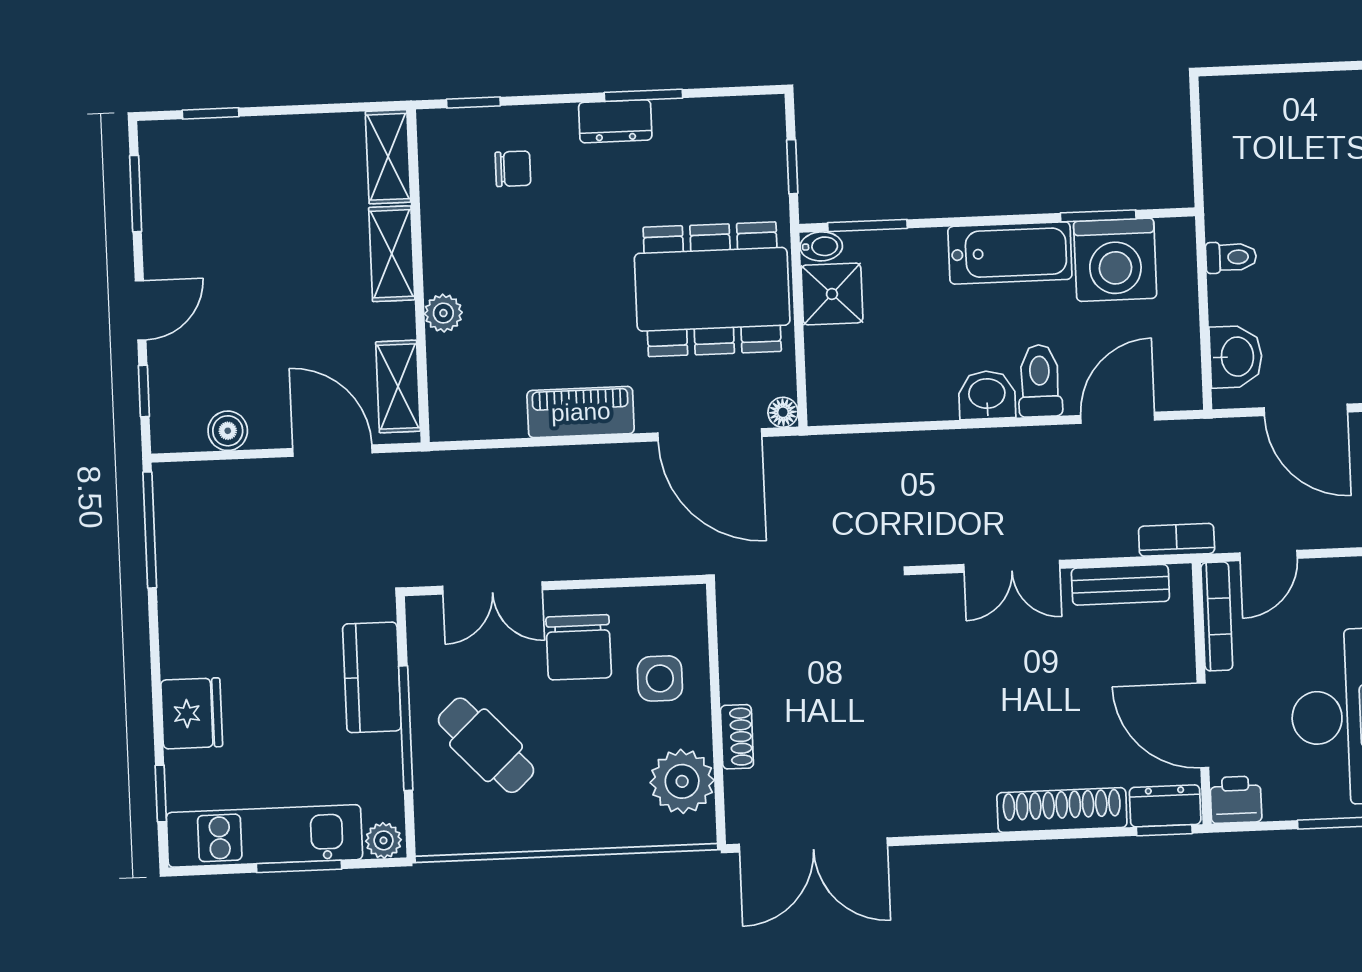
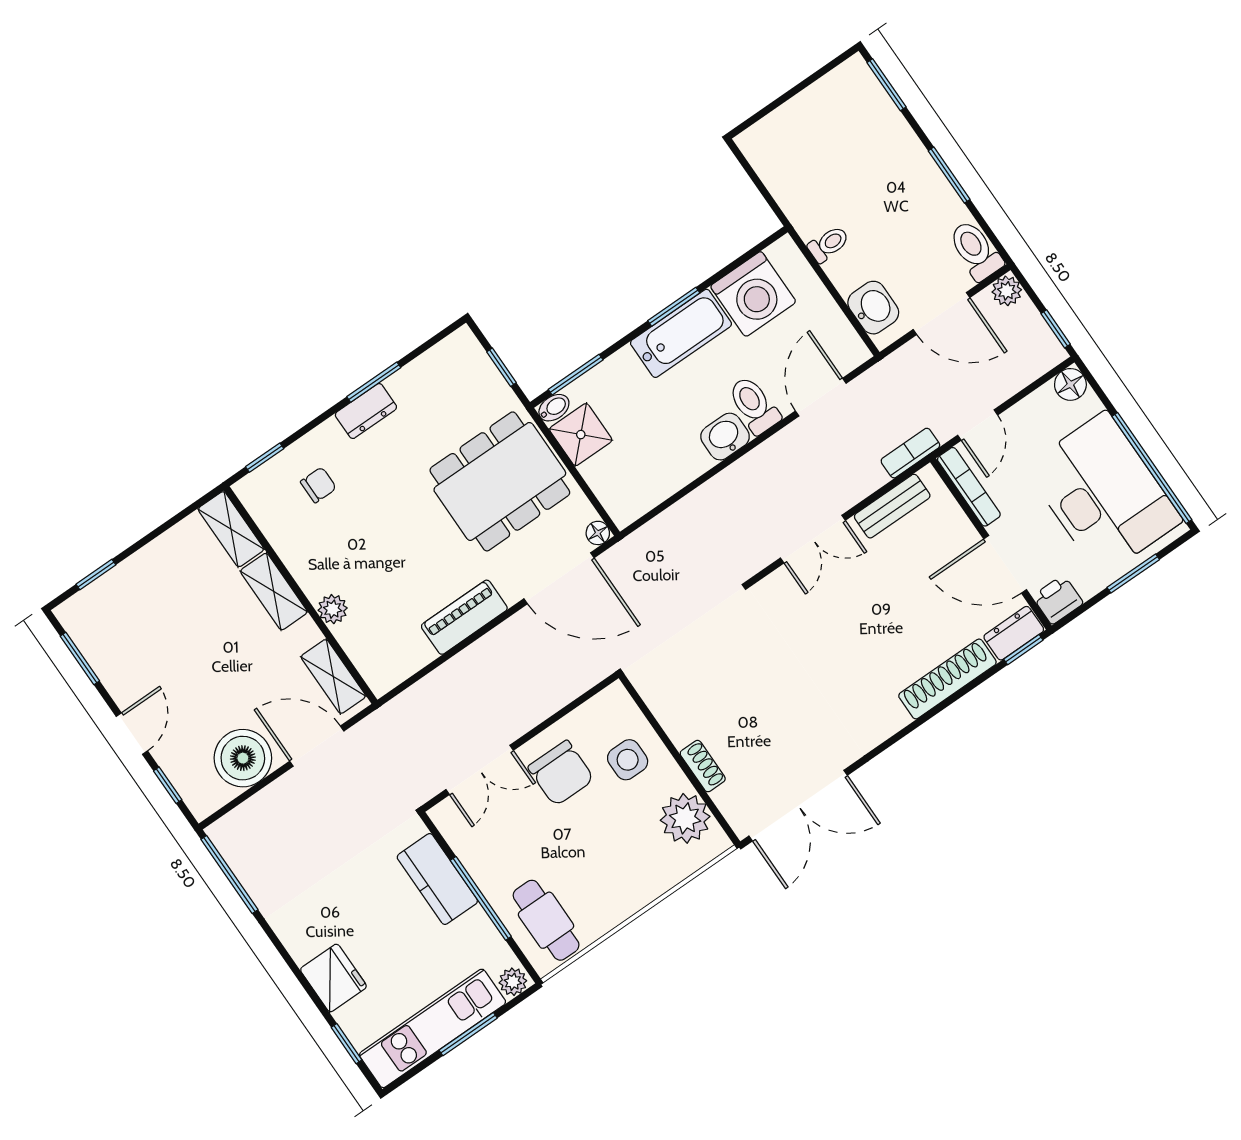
window: (1098, 216) -> (674, 307), moved
boiler: (228, 431) -> (243, 758), width x1.86, depth x1.86
cafe table: (486, 745) -> (546, 920), moved, turned 43

